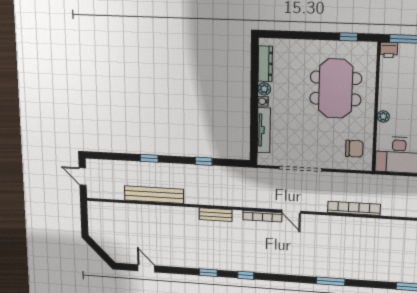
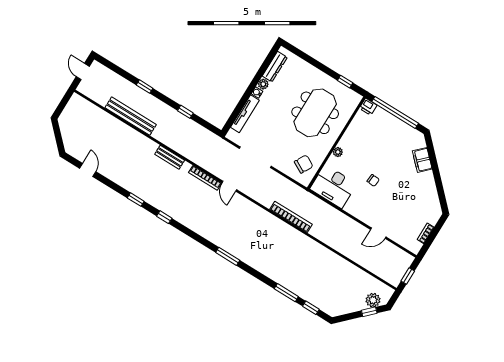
chair: (354, 149) -> (304, 164), turned -61
bookcase: (354, 208) -> (291, 217), moved

